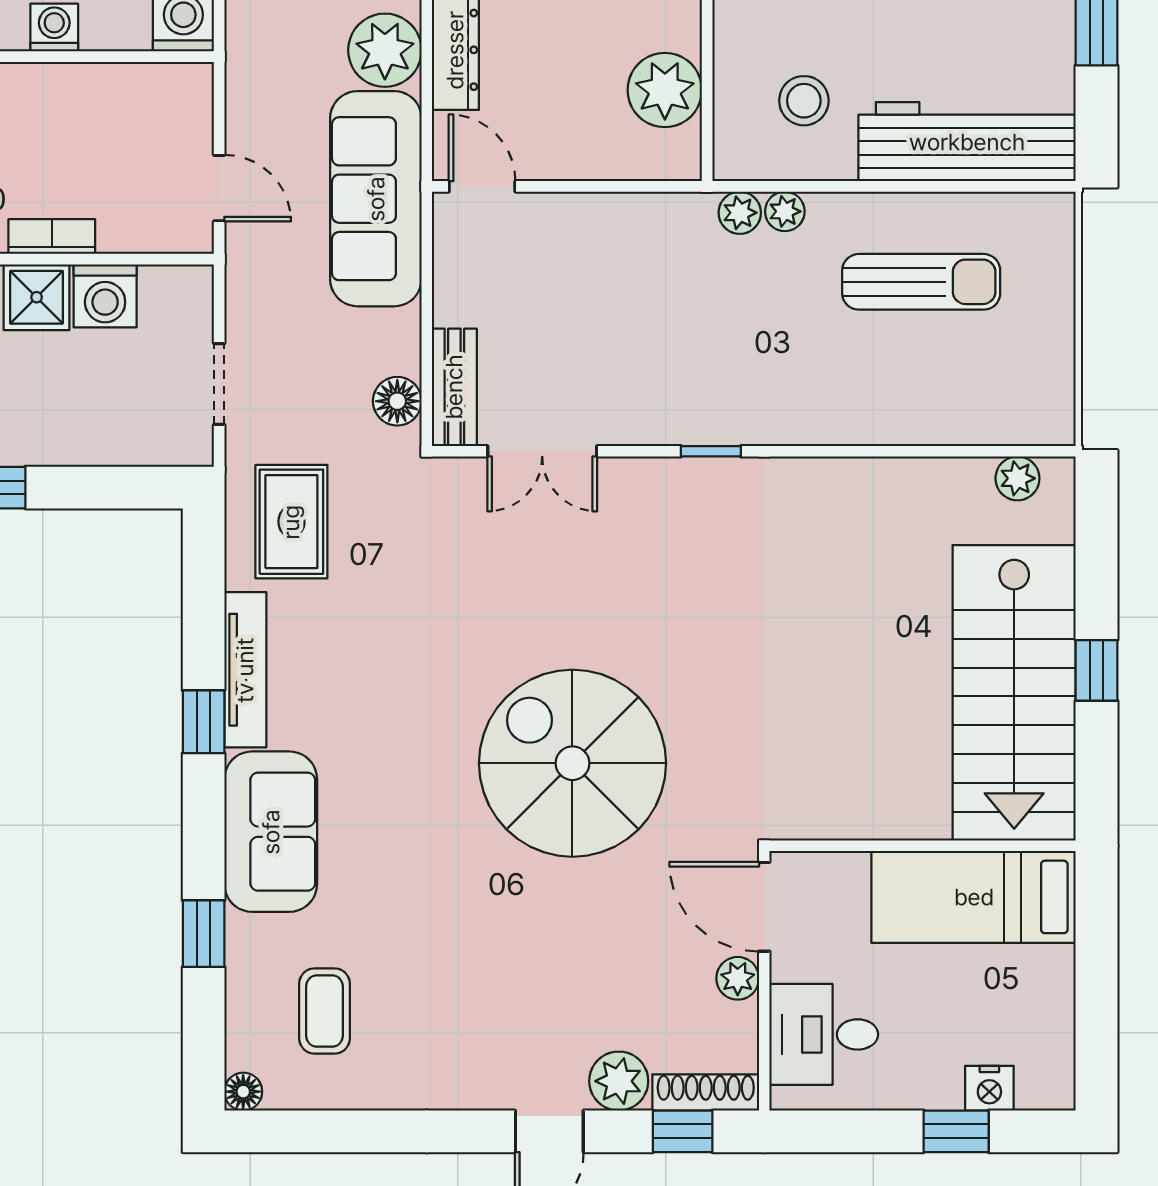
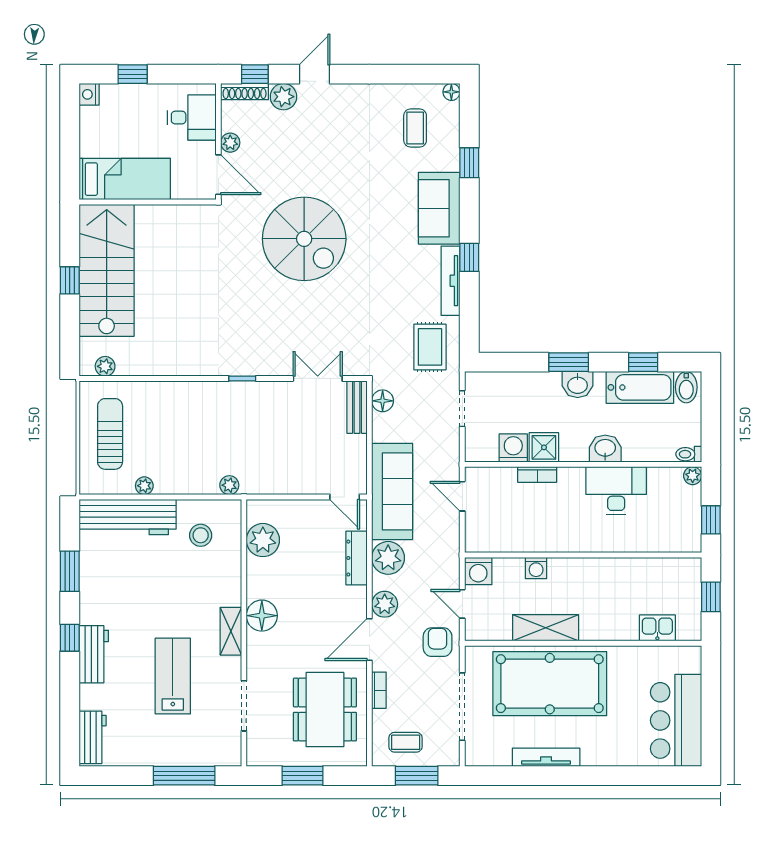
plant: (785, 211) -> (144, 486), moved
sun lounger: (921, 282) -> (110, 434), moved, turned 90
nightstand: (989, 1088) -> (89, 94), moved, turned -90

